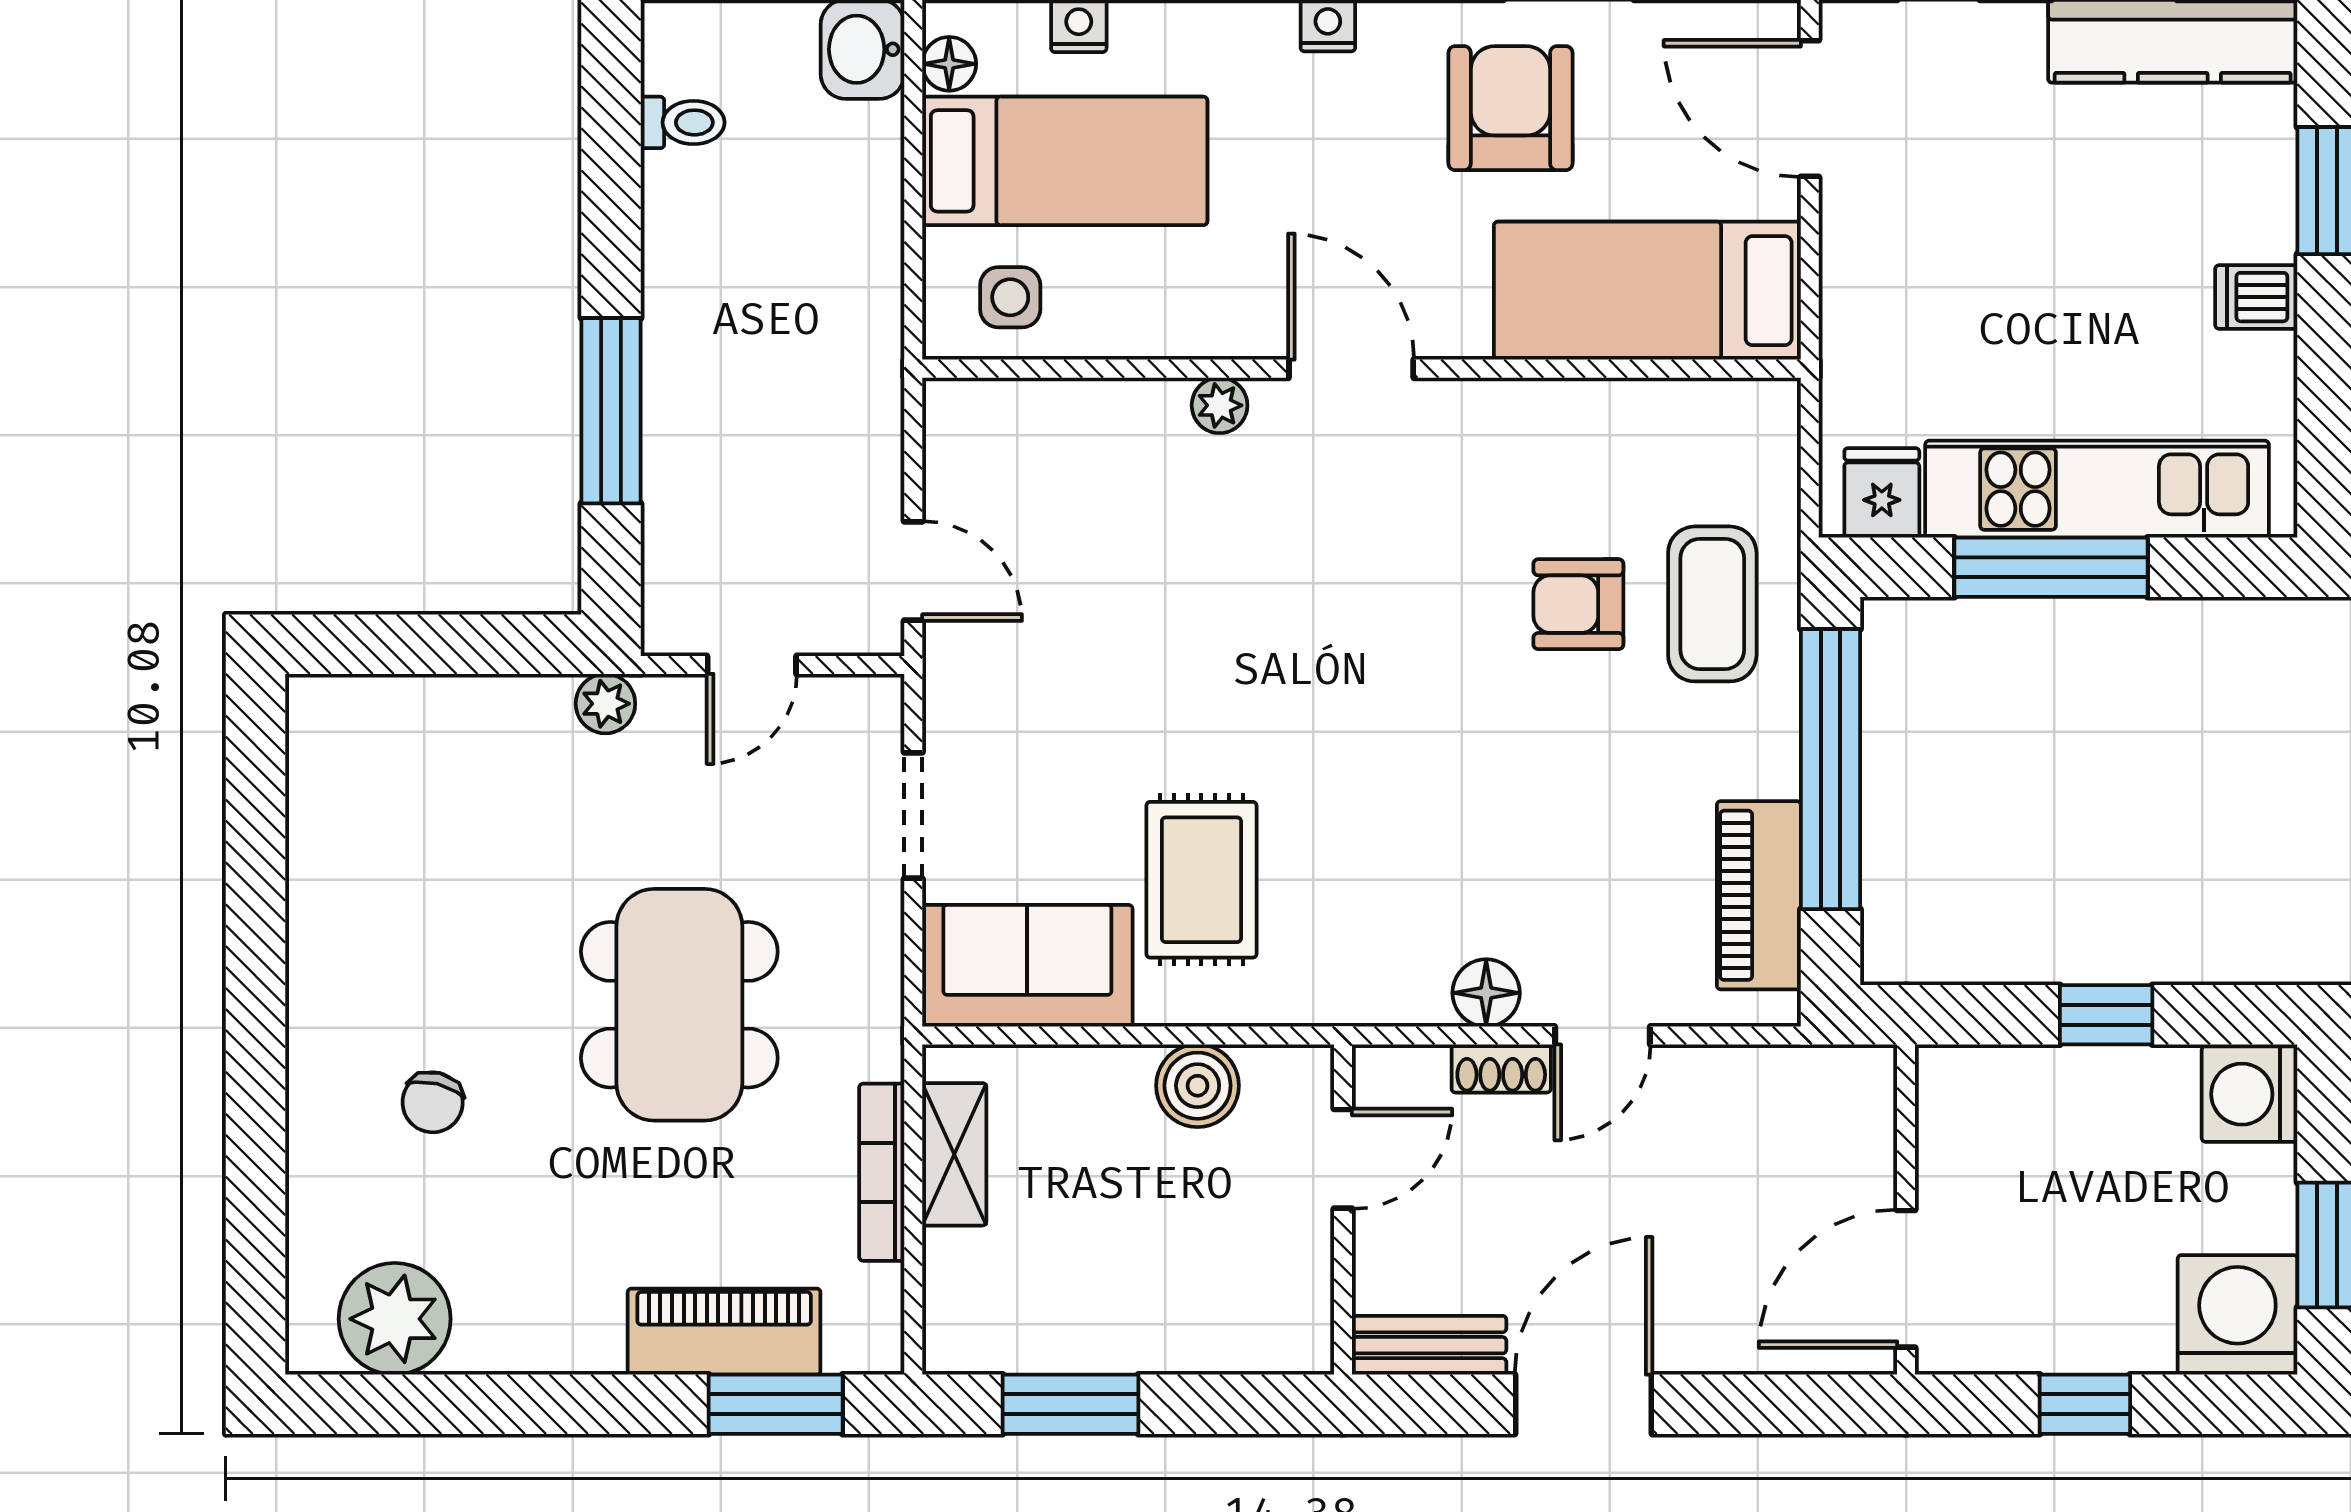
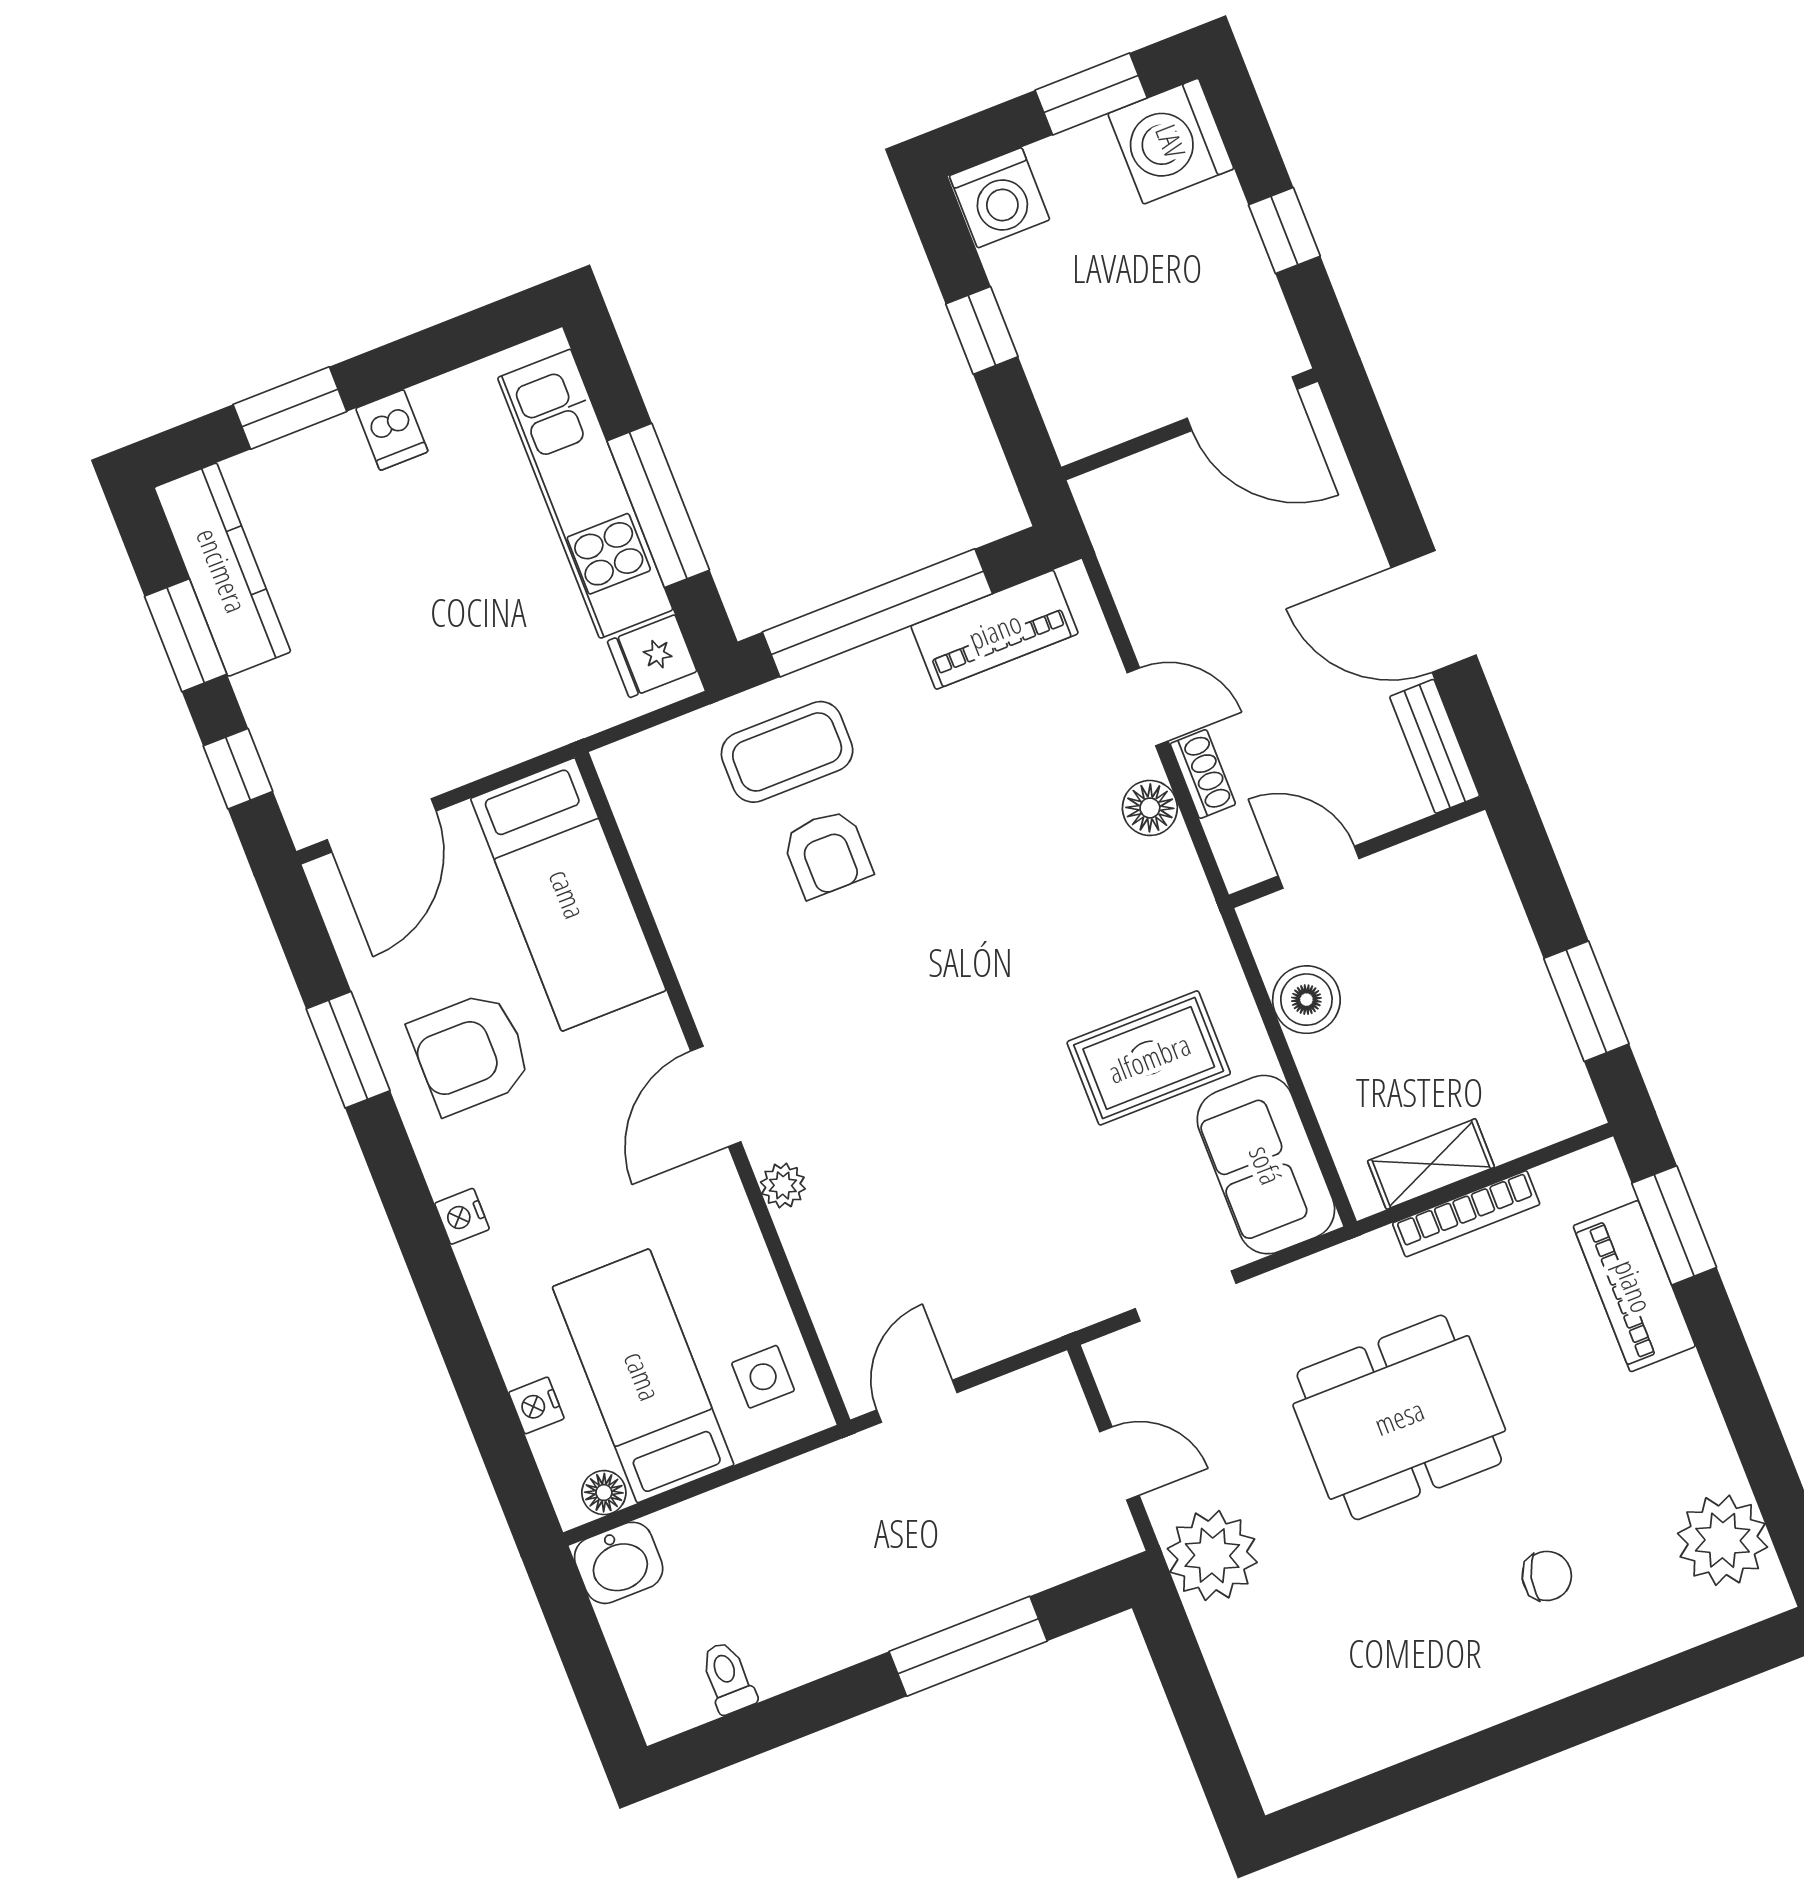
door: (913, 571) -> (917, 1401), moved
plant: (605, 704) -> (1212, 1556), width x1.88, depth x1.88

